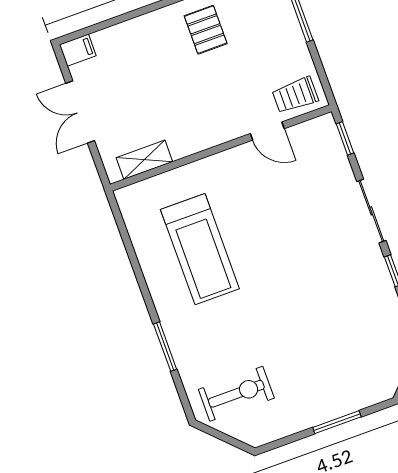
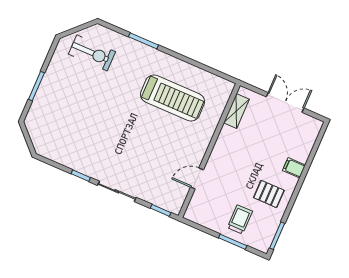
filing cabinet: (78, 50) -> (294, 168), moved, turned 90
trolley: (295, 95) -> (240, 219), moved
treadmill: (200, 249) -> (172, 98), turned 180
exercise bike: (236, 394) -> (92, 53), turned -90

